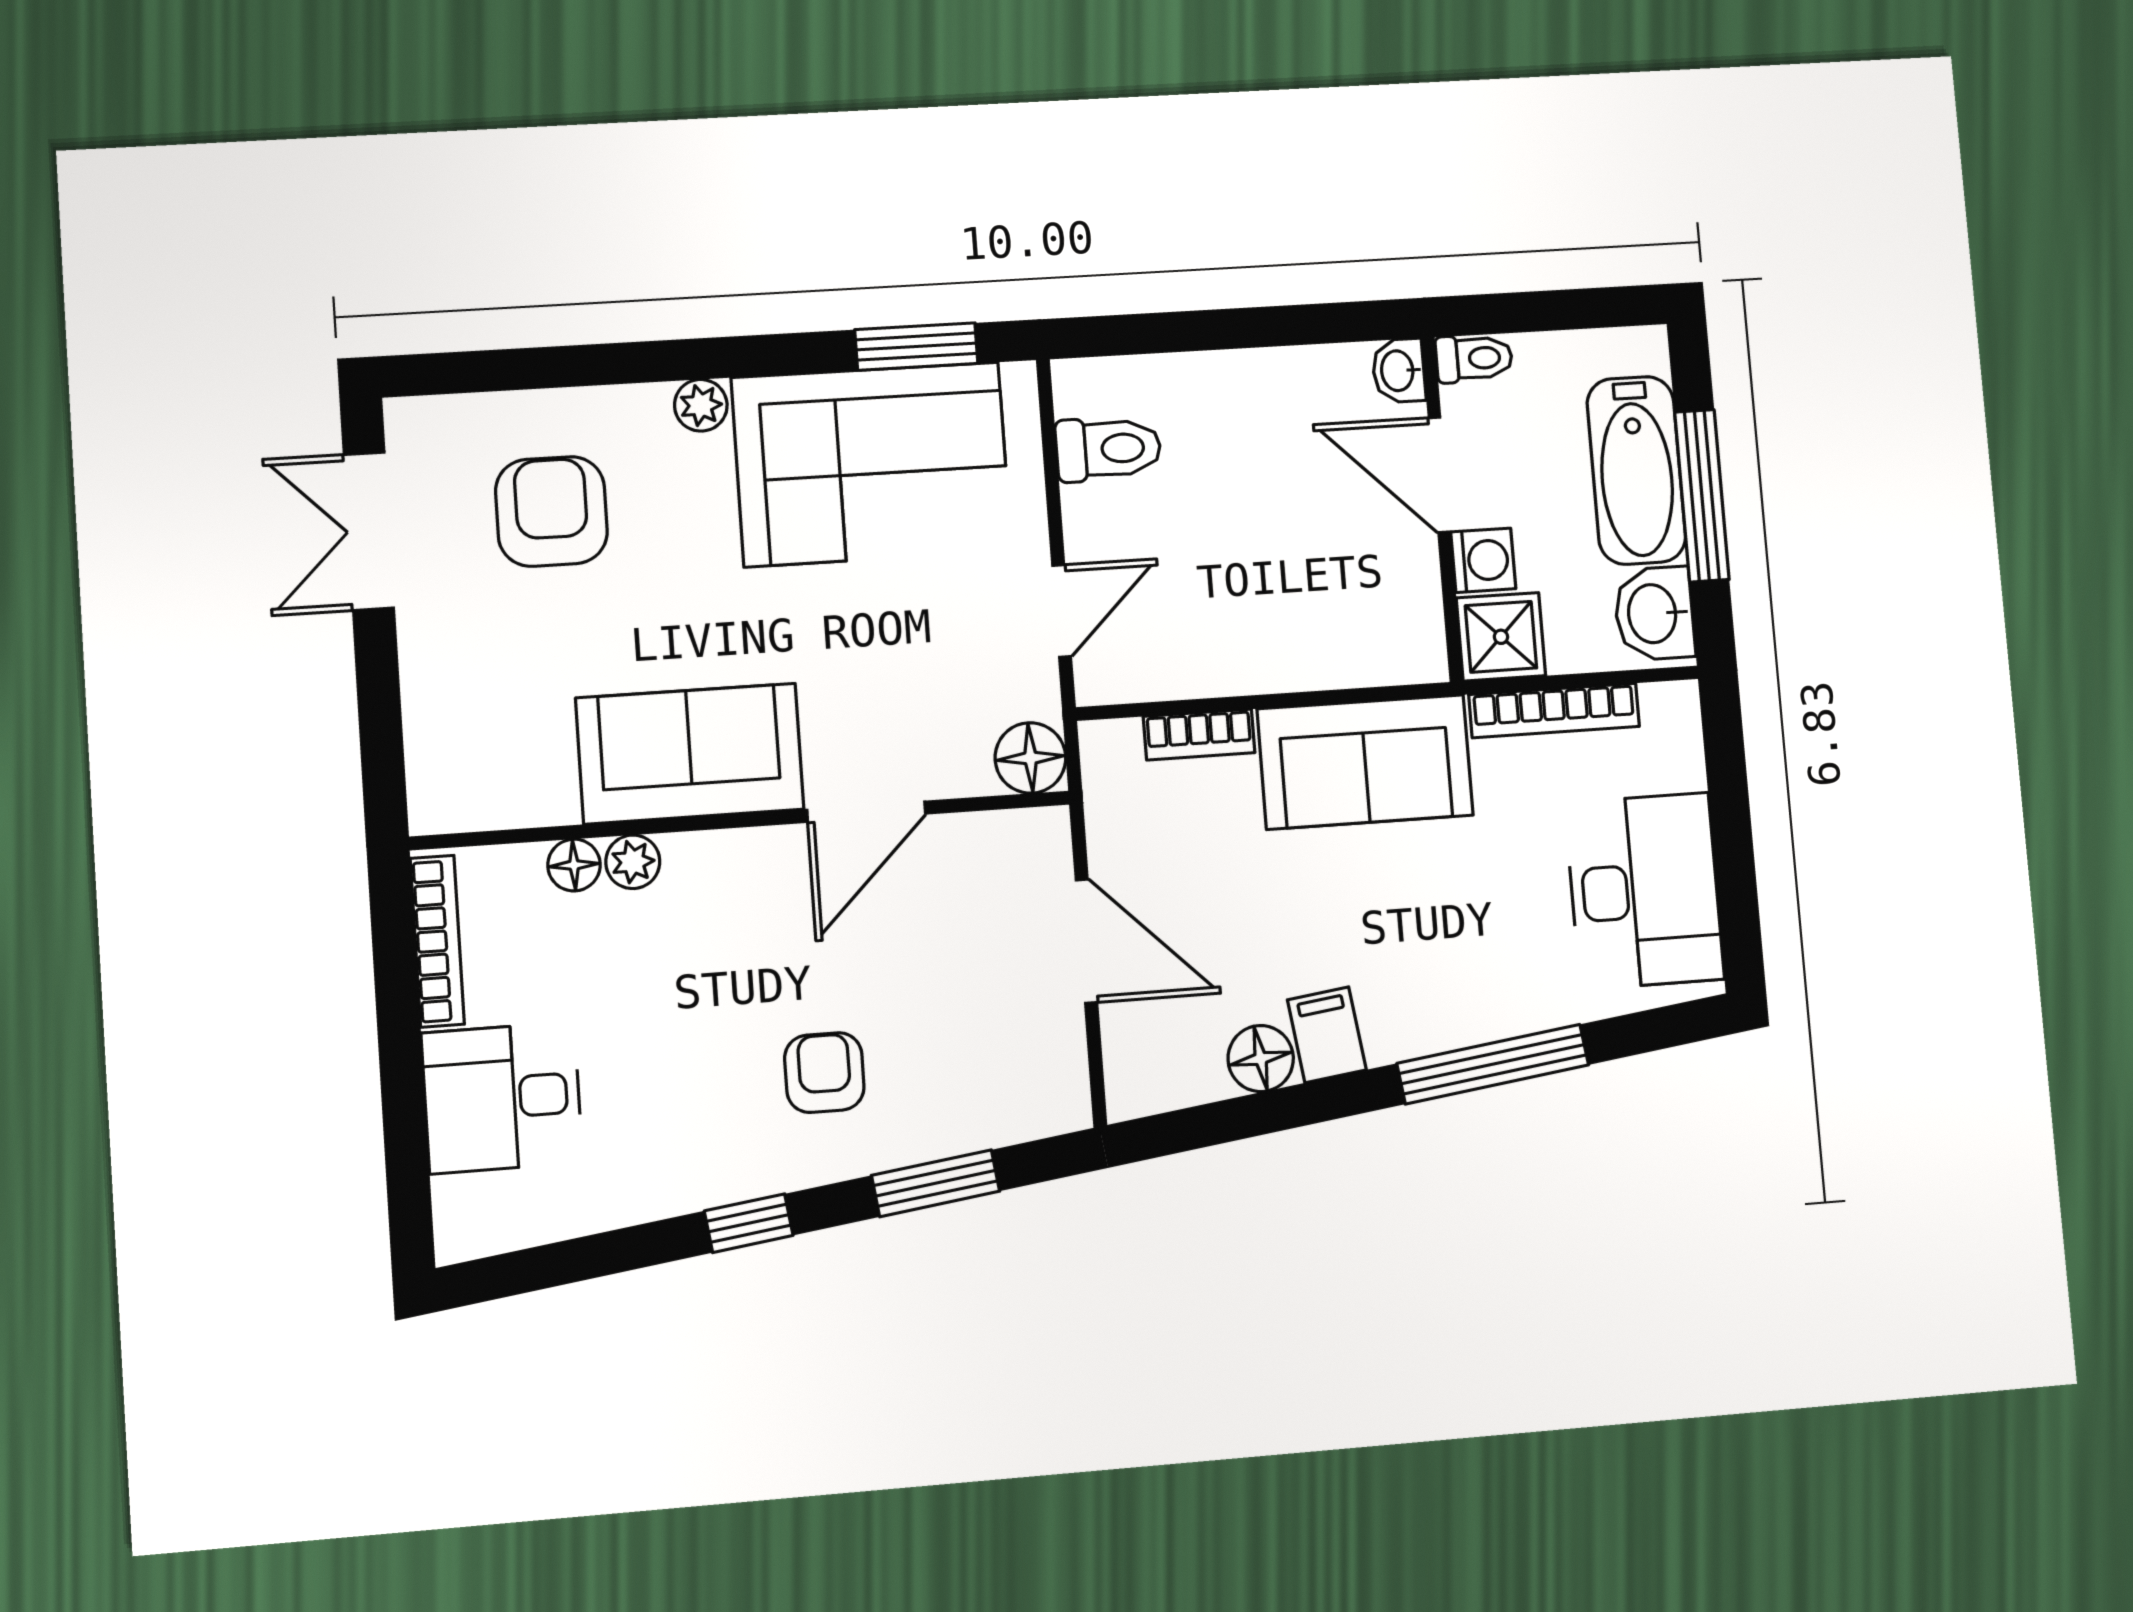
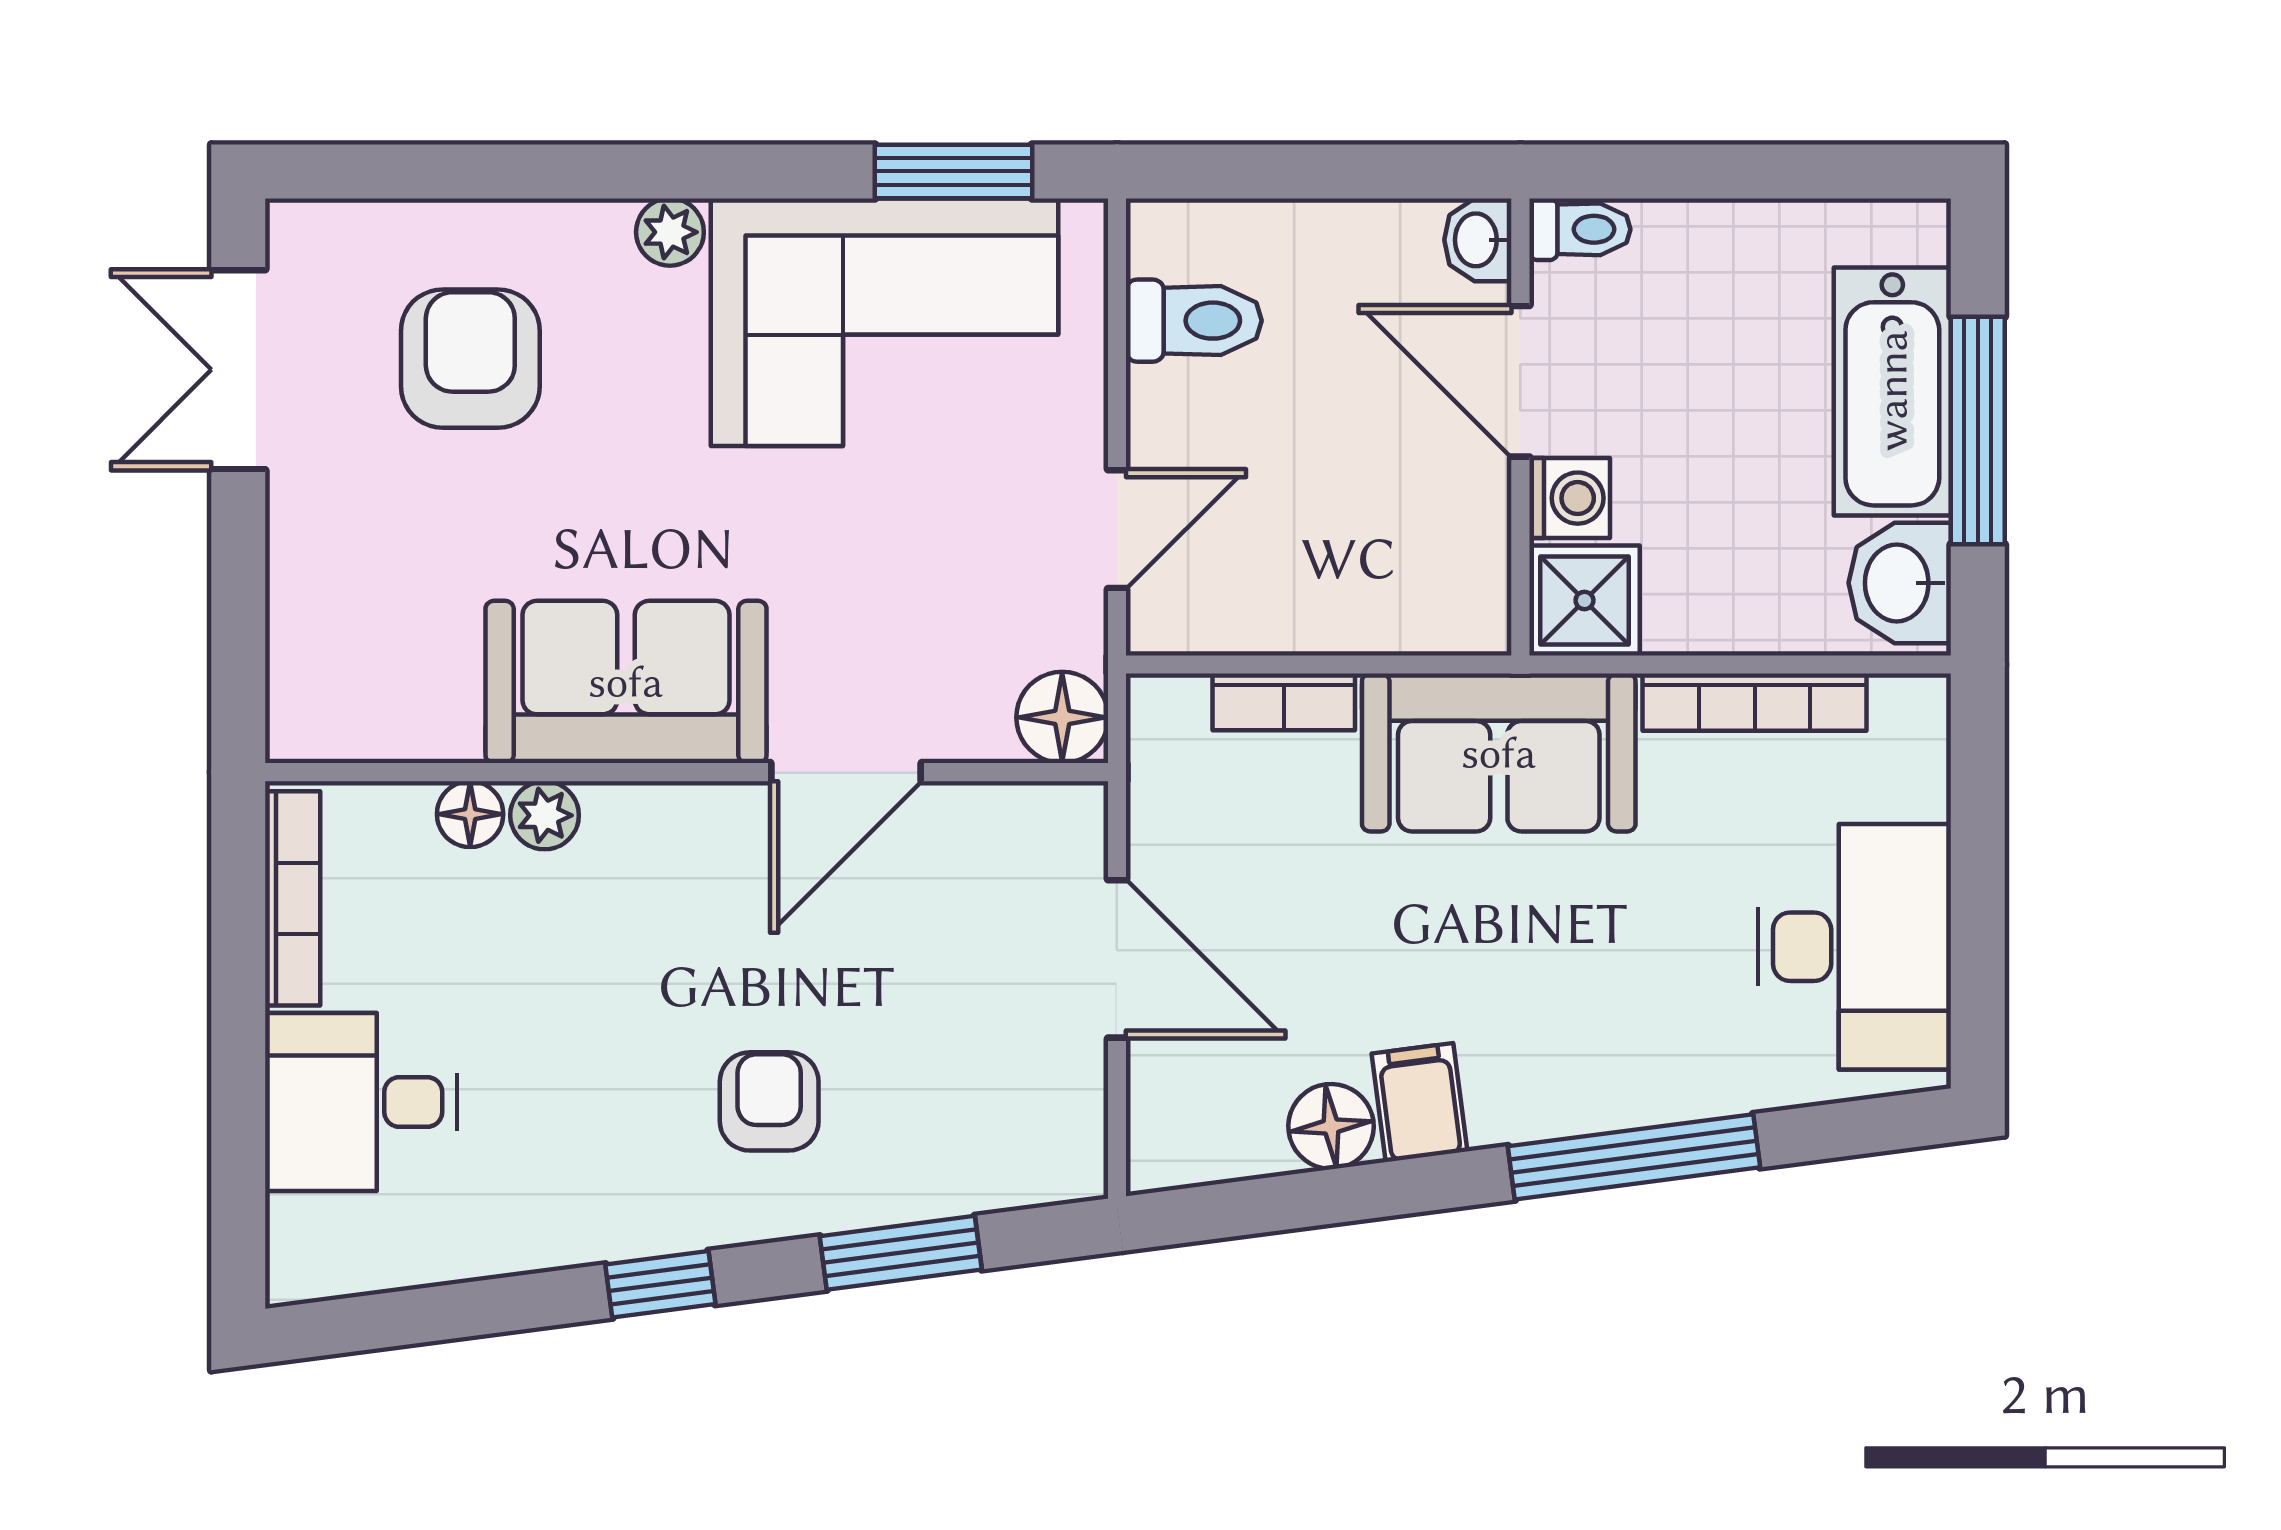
toilet: (1474, 358) -> (1580, 229), moved
washbasin: (1399, 371) -> (1478, 240), moved
door: (1439, 475) -> (1520, 381), moved
wall: (1442, 509) -> (1520, 427), moved
washing machine: (1483, 560) -> (1570, 498), moved
shower: (1501, 637) -> (1584, 600), moved

